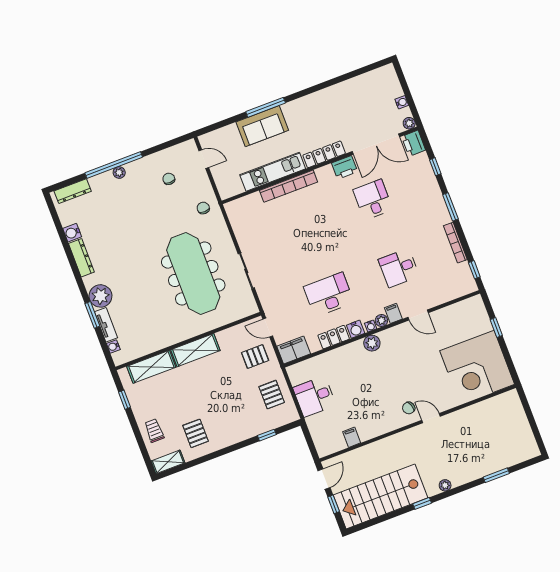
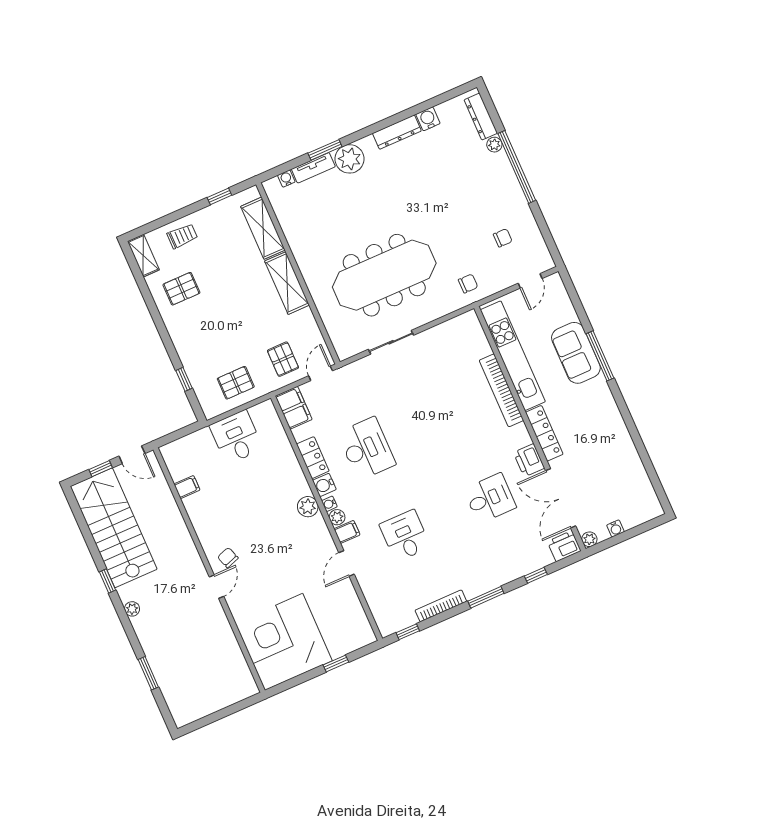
plant: (119, 172) -> (494, 145), moved
kitchen unit: (273, 172) -> (513, 356), width x1.36

